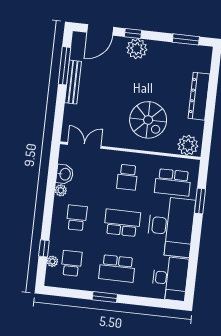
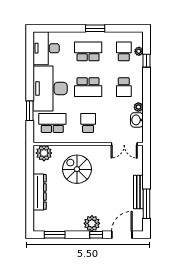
school desk: (71, 263) -> (124, 51), turned 180

